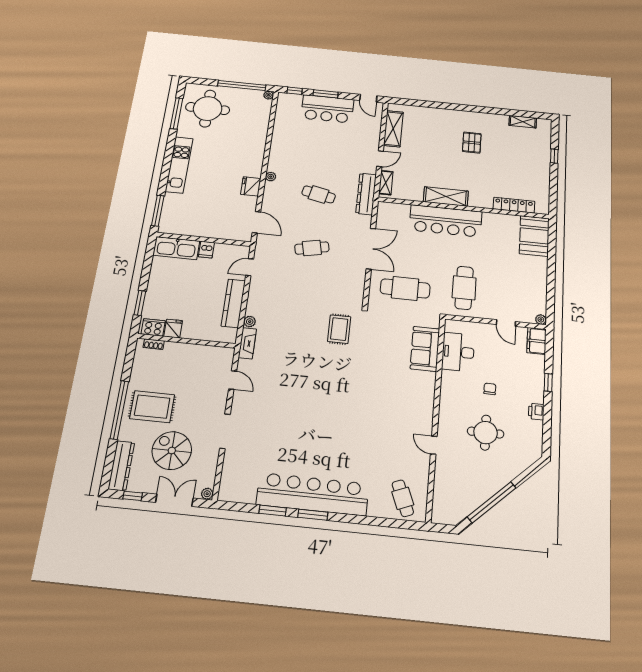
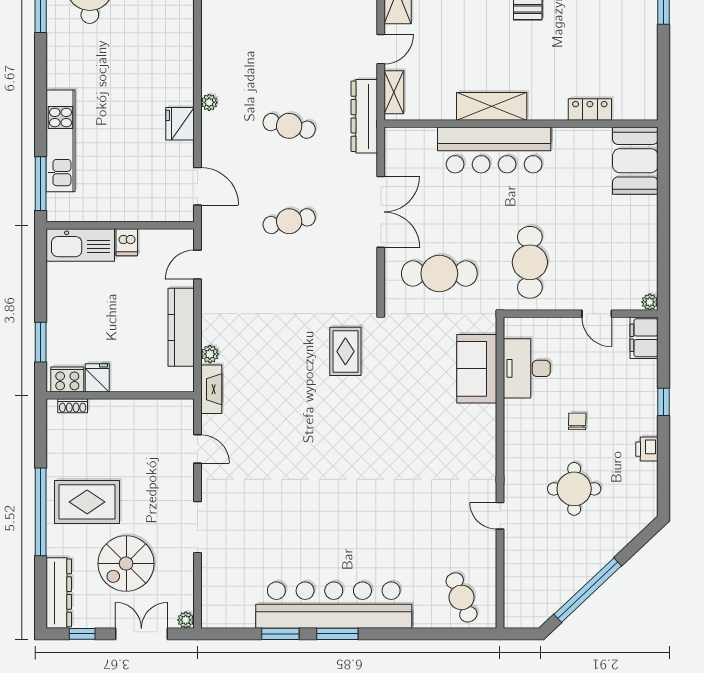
kitchen unit: (179, 165) -> (60, 141), moved
locker: (514, 205) -> (590, 109), width x0.66
spiral stairs: (172, 451) -> (126, 564), turned -90

